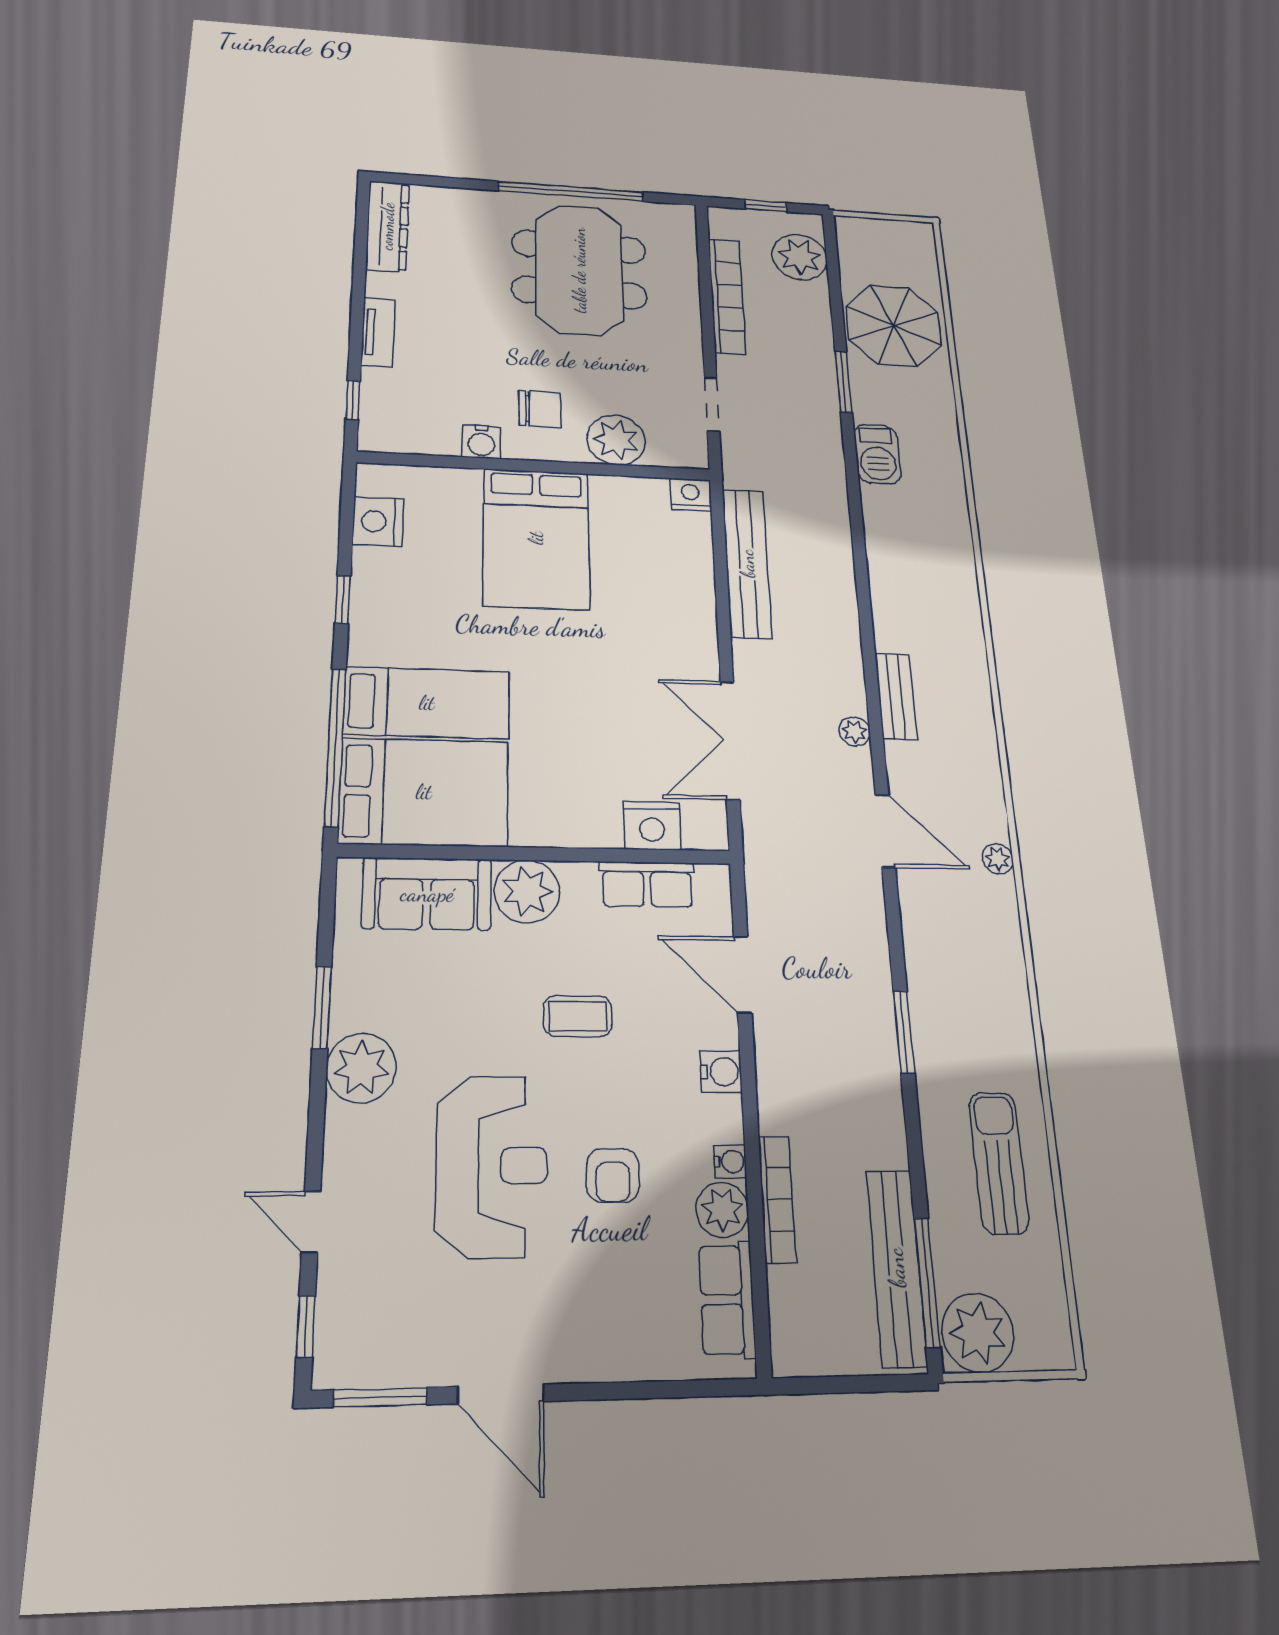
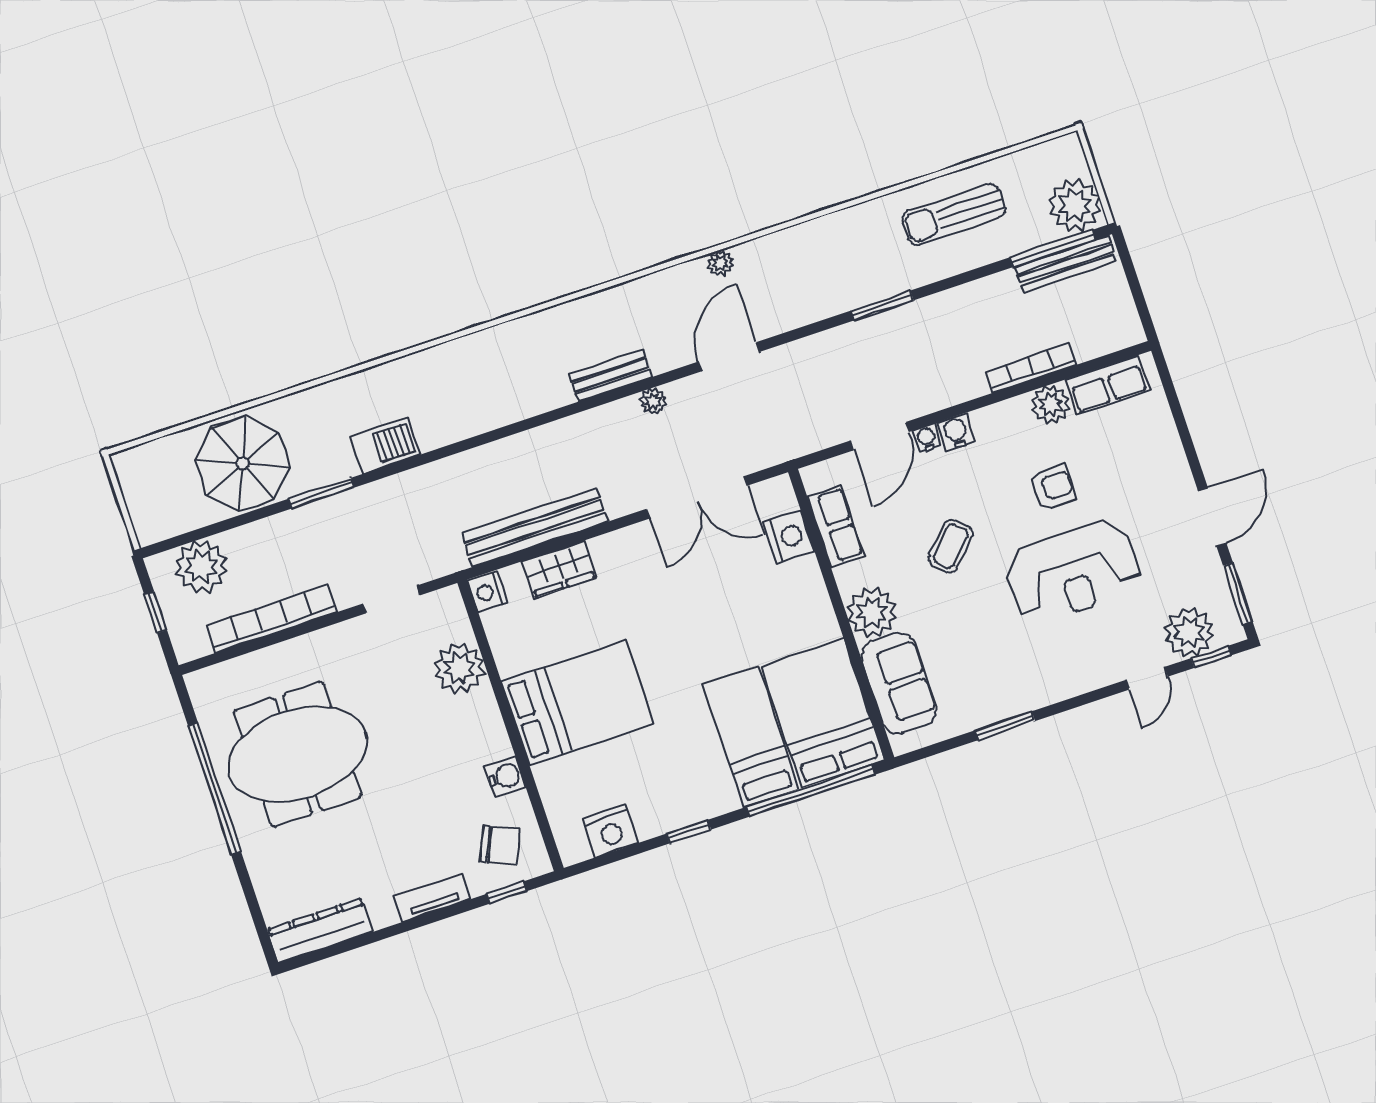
chair: (540, 409) -> (500, 845), moved, turned 114
wardrobe: (693, 572) -> (560, 569), added
coffee table: (578, 1016) -> (951, 546), turned 44
plant: (361, 1068) -> (1189, 632), moved
water cooler: (730, 1162) -> (927, 438), moved
reception desk: (492, 1166) -> (1073, 572), turned 180
bench: (896, 1267) -> (1066, 264), width x0.73, depth x0.82

